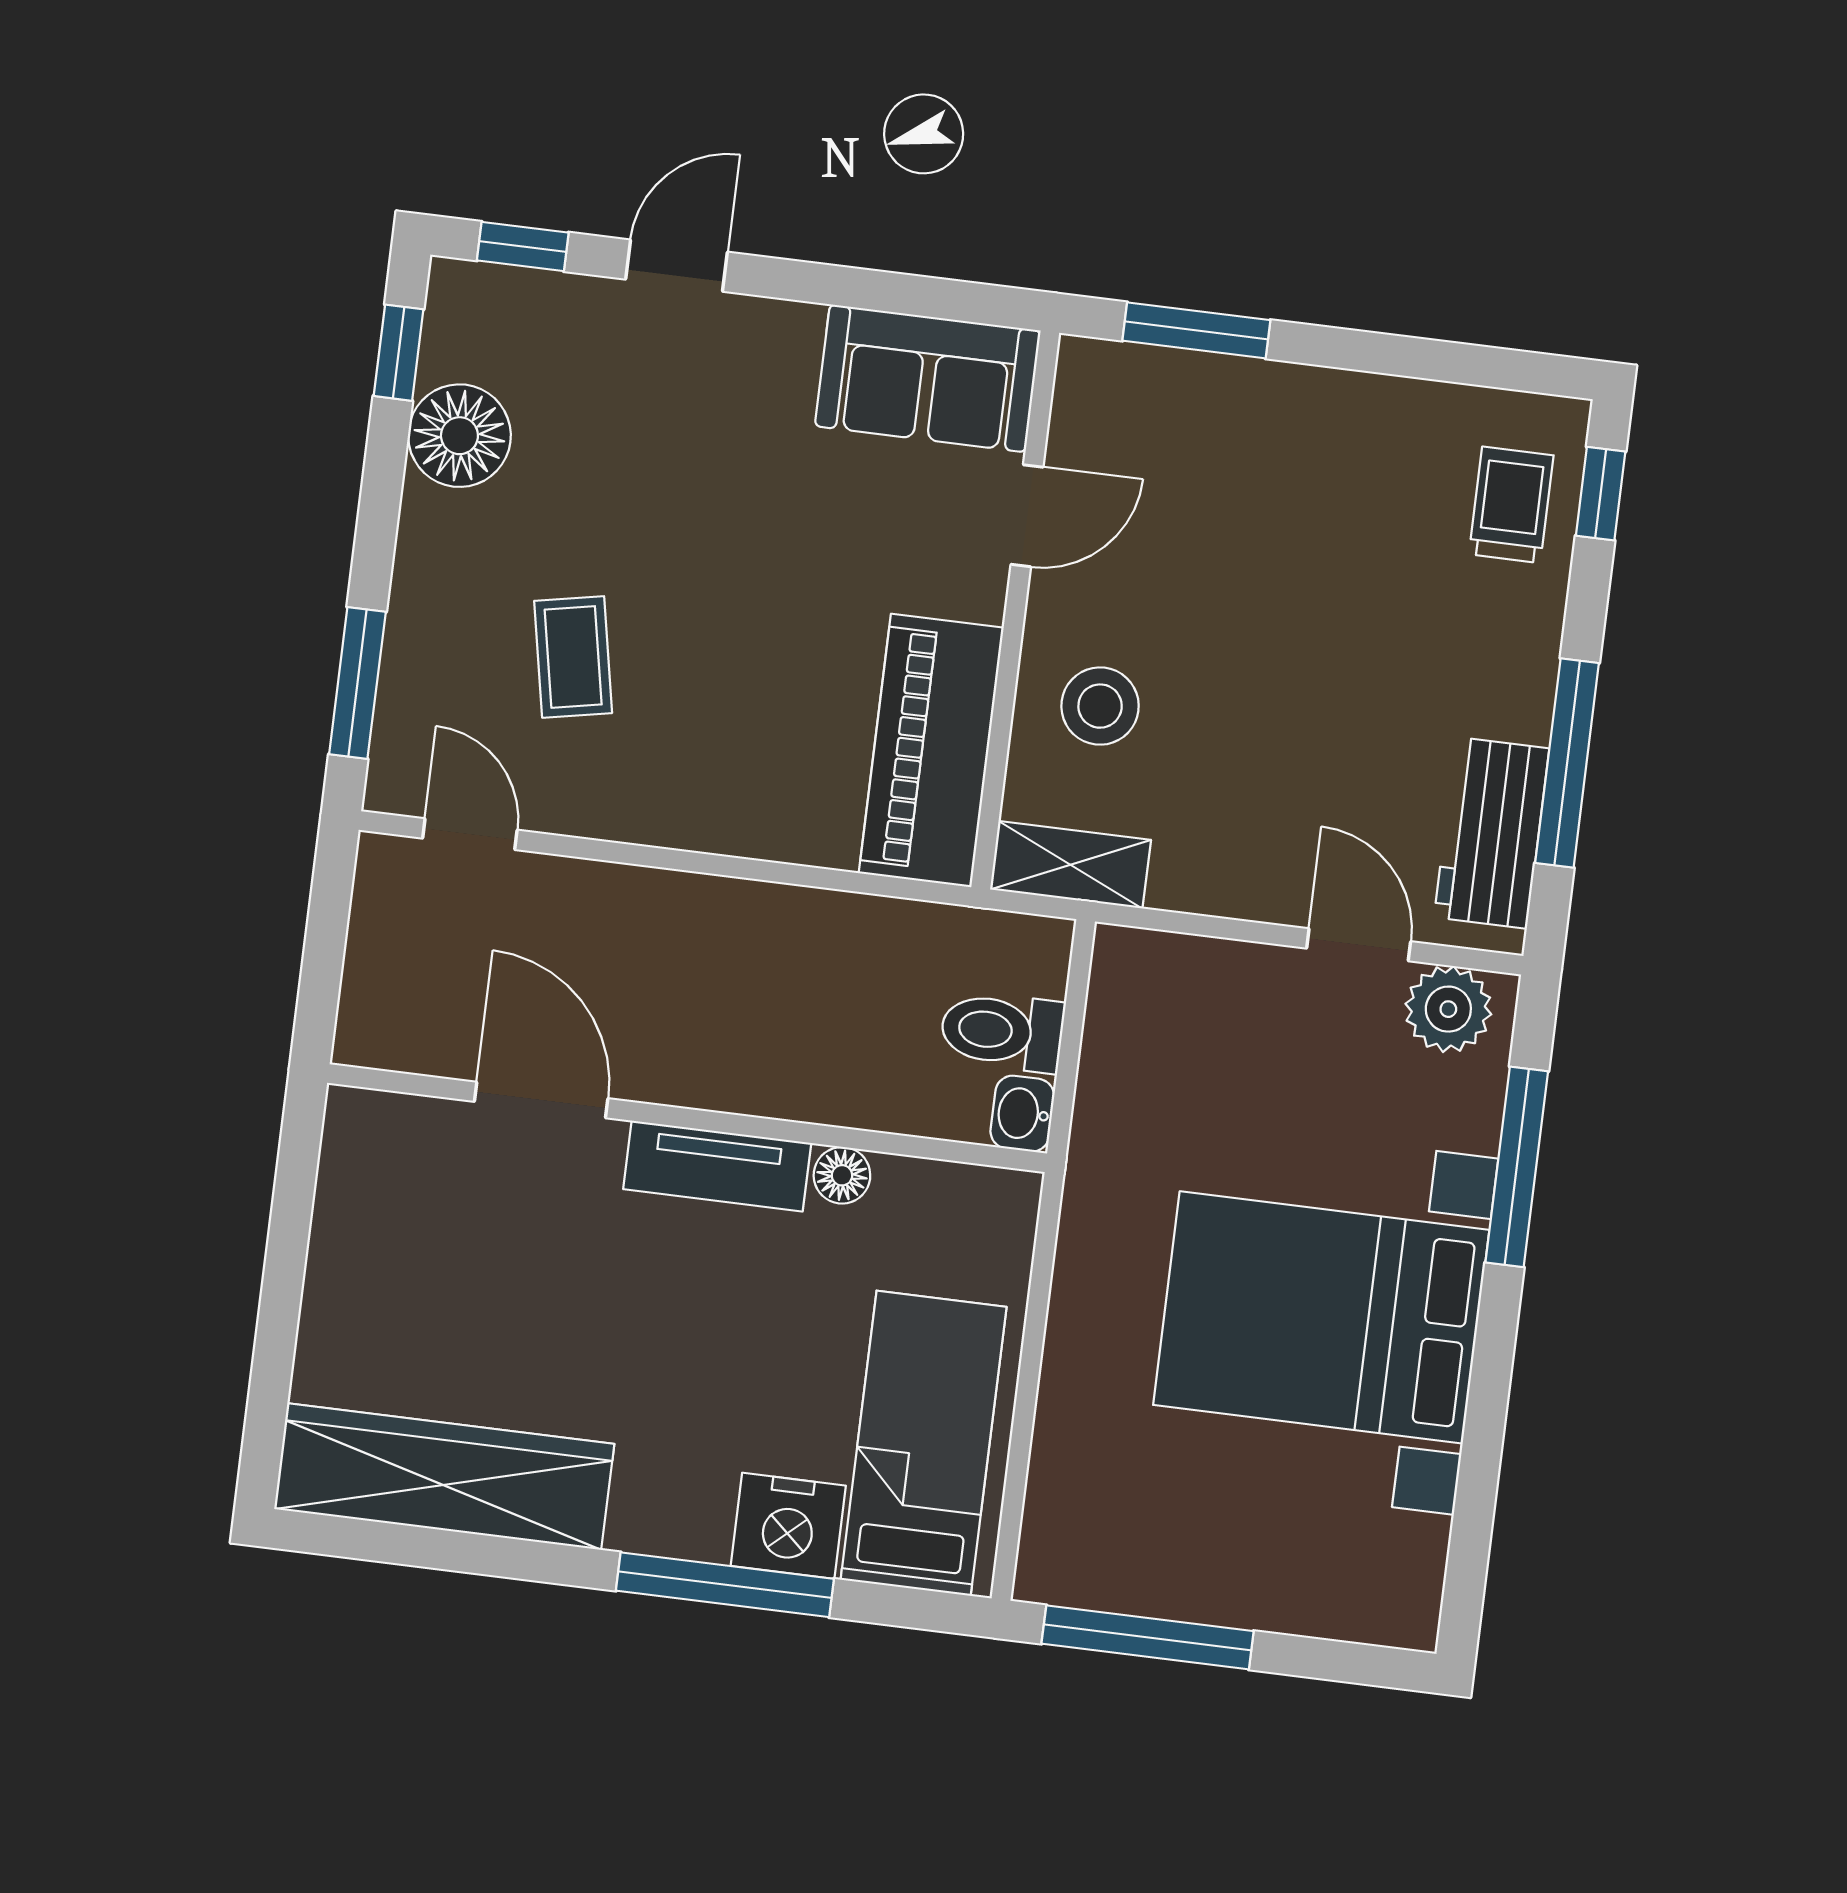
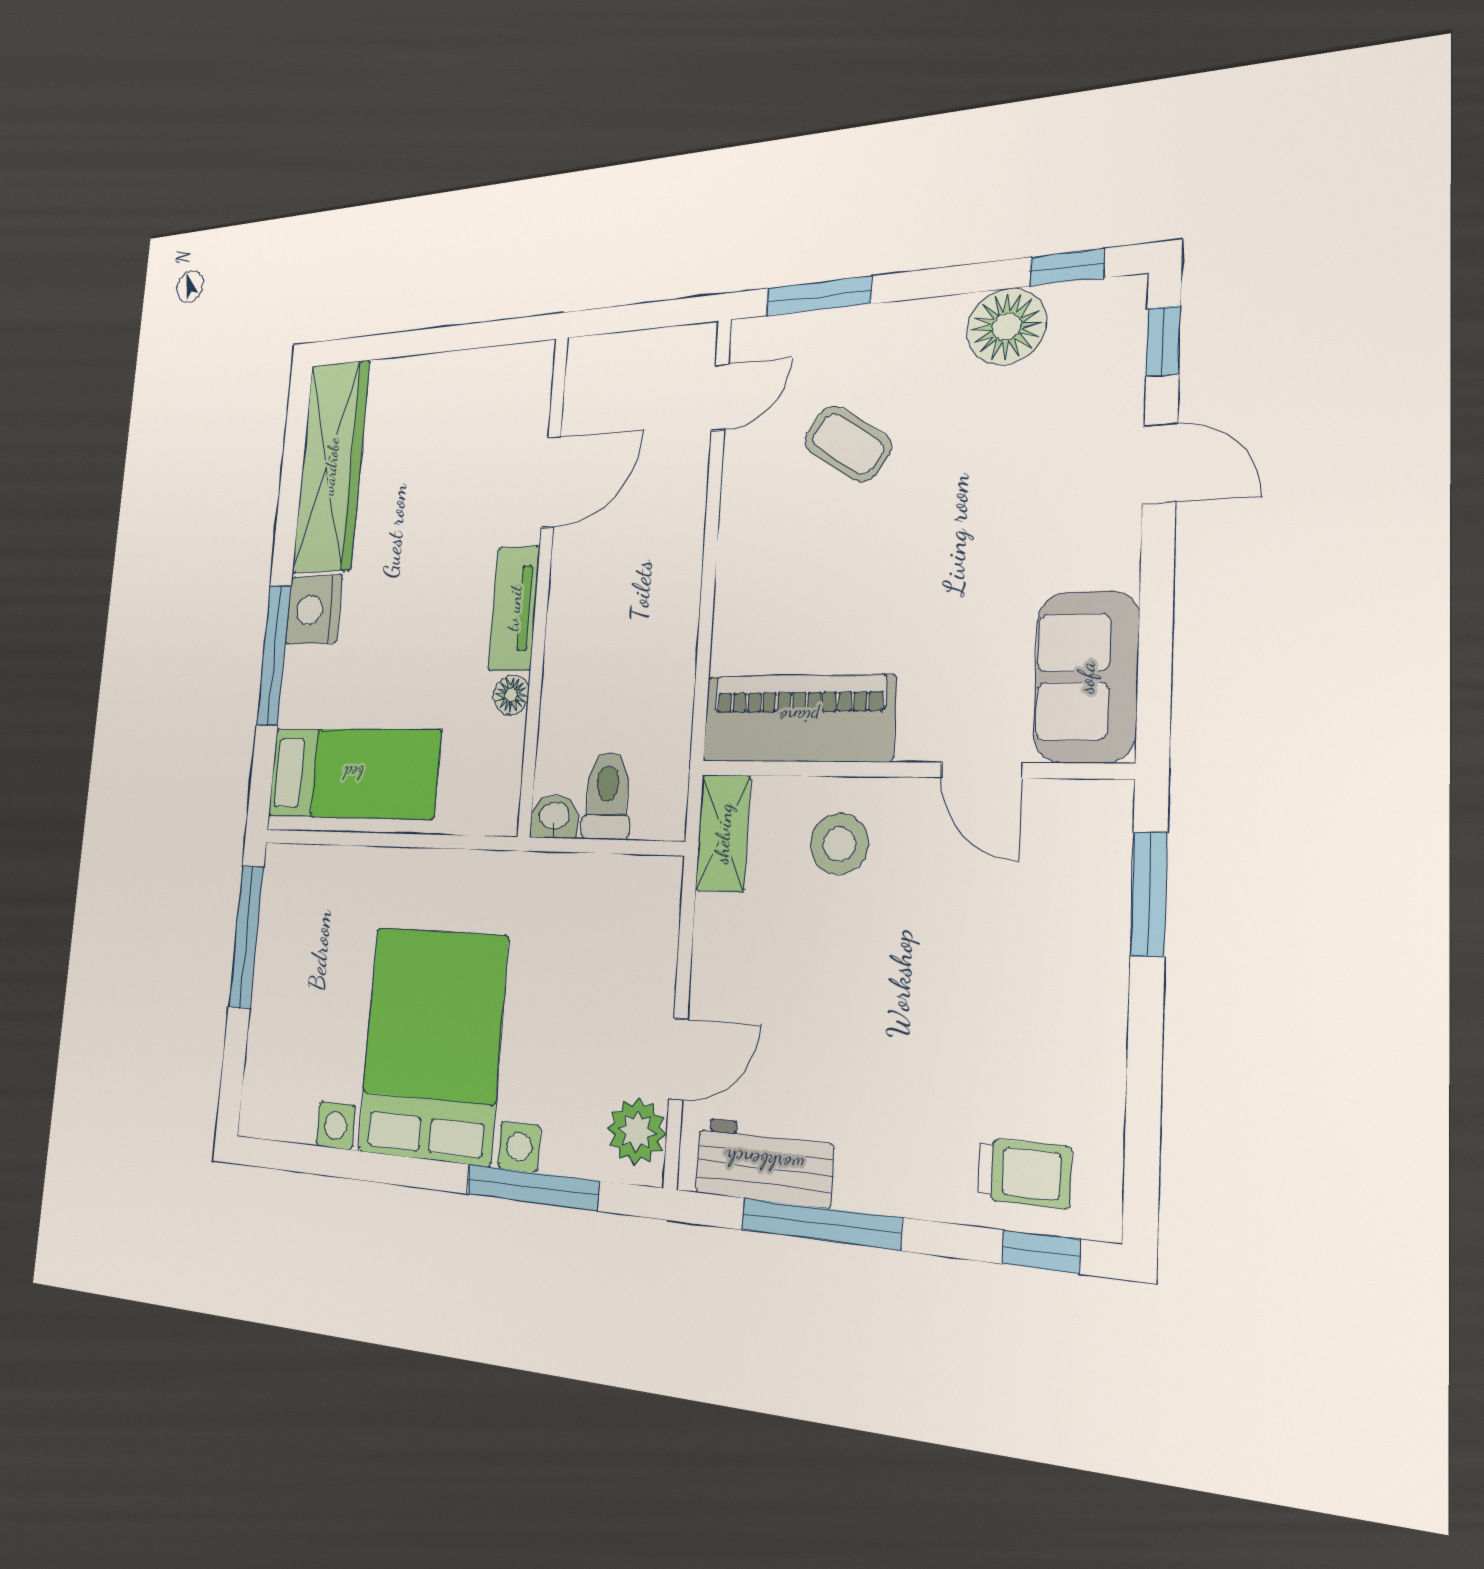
coffee table: (573, 657) -> (848, 444), turned 45
nightstand: (788, 1526) -> (314, 610), moved

